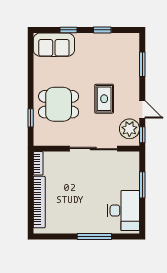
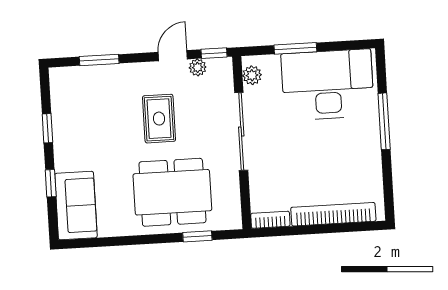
rug: (104, 99) -> (159, 119), turned 90
dining table: (59, 104) -> (172, 192), width x1.38
plant: (129, 129) -> (198, 67), width x0.53, depth x0.53
plant: (127, 157) -> (252, 75), added
desk: (124, 211) -> (328, 85), width x1.36, depth x1.30

